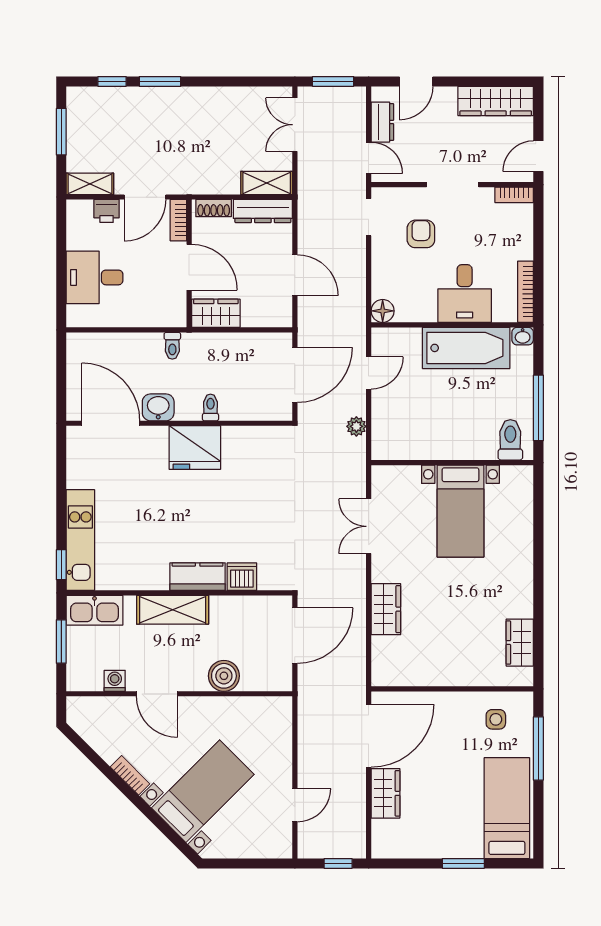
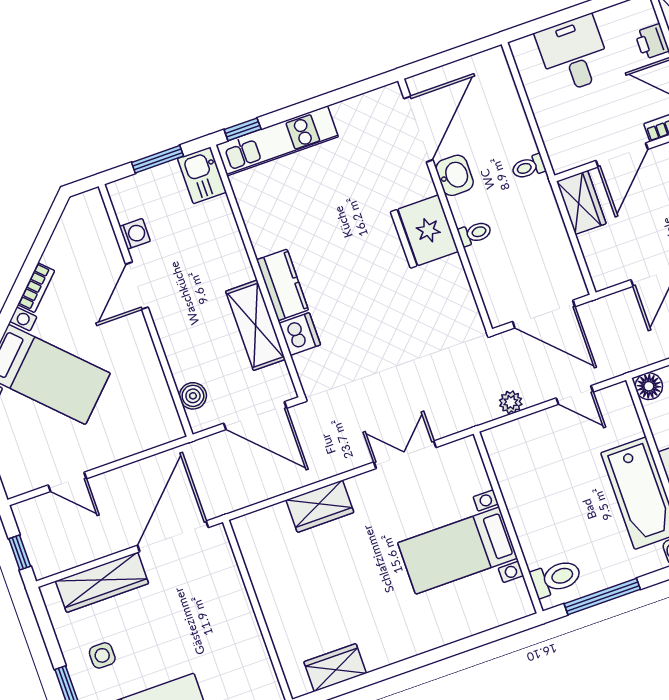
kitchen sink: (94, 610) -> (202, 175), width x0.73
shelving: (173, 610) -> (255, 325), moved
boiler: (224, 676) -> (193, 396), moved, width x0.73, depth x0.73
side table: (496, 719) -> (102, 655), moved
door: (369, 736) -> (173, 536), swing flipped
wardrobe: (385, 793) -> (102, 582), width x1.50

